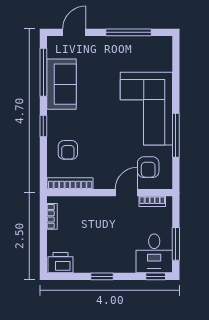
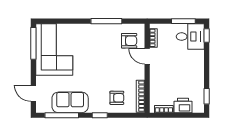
window: (128, 32) -> (33, 43), moved
corner sofa: (146, 109) -> (54, 50), moved, turned -90
printer: (61, 263) -> (183, 105), moved, turned 90
window: (102, 276) -> (207, 96), moved

